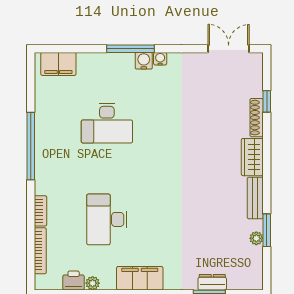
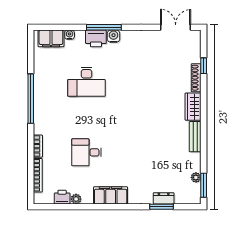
water cooler: (160, 59) -> (70, 35), moved
printer: (120, 64) -> (96, 38), added
desk: (107, 219) -> (86, 152), width x0.73
window: (267, 230) -> (204, 185), moved
plant: (256, 238) -> (196, 177), moved

